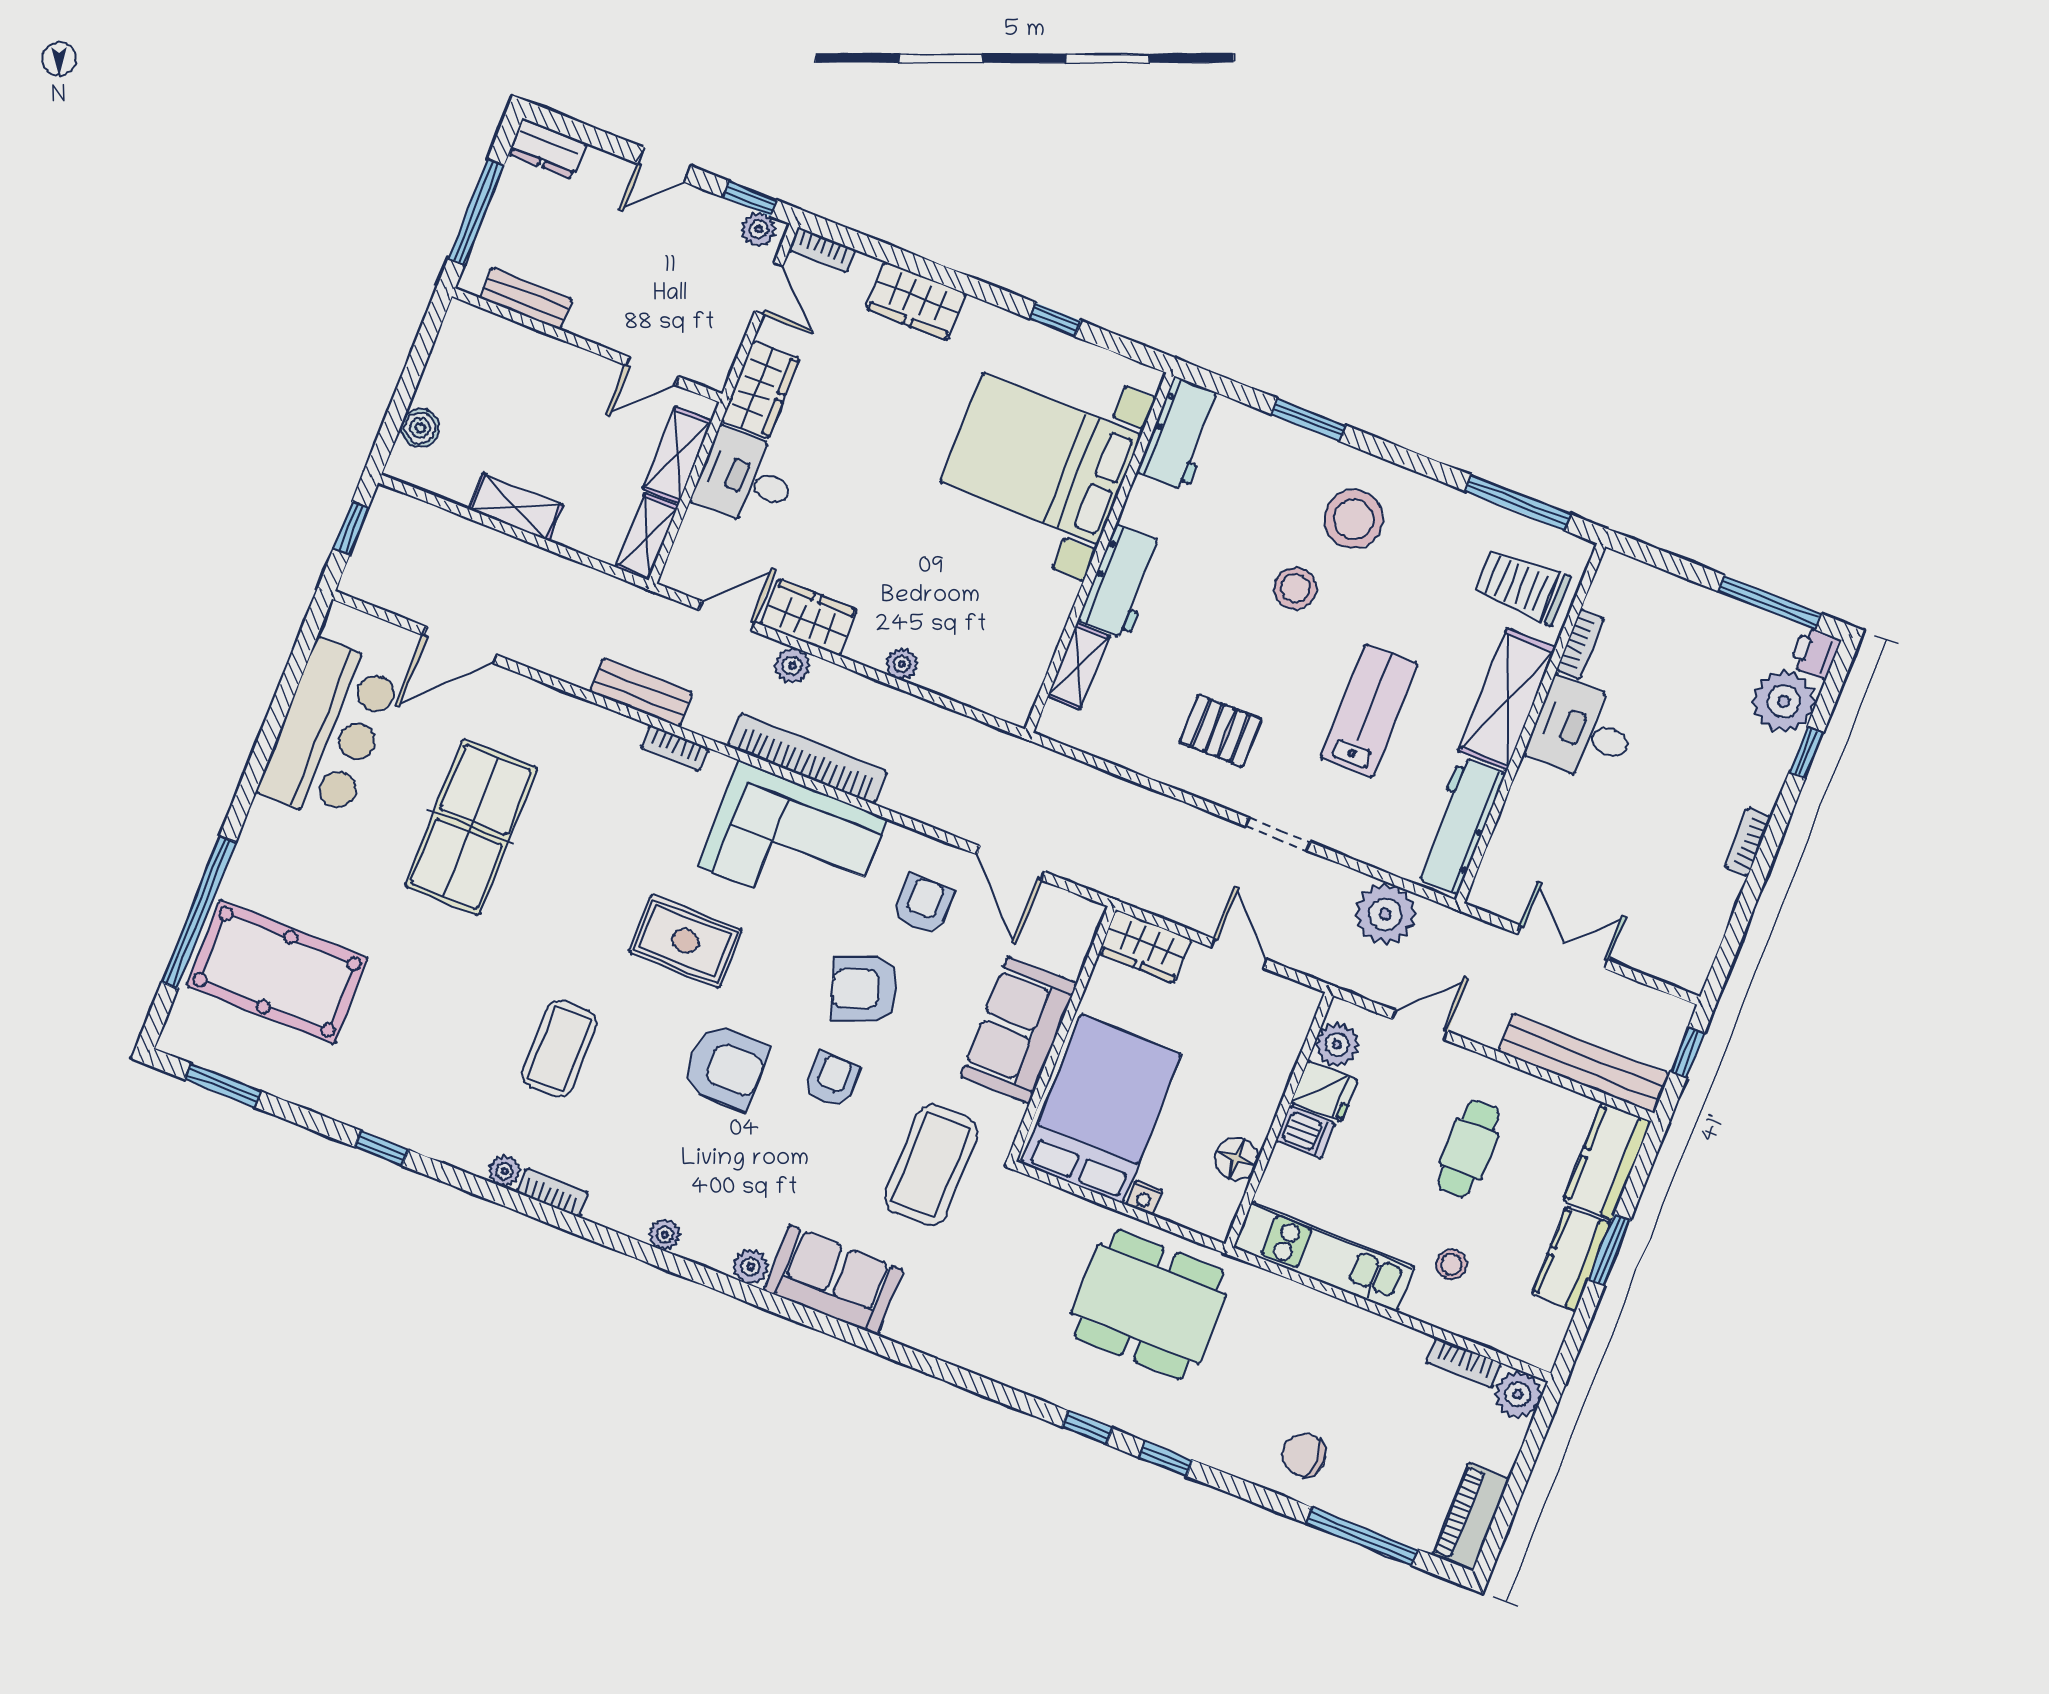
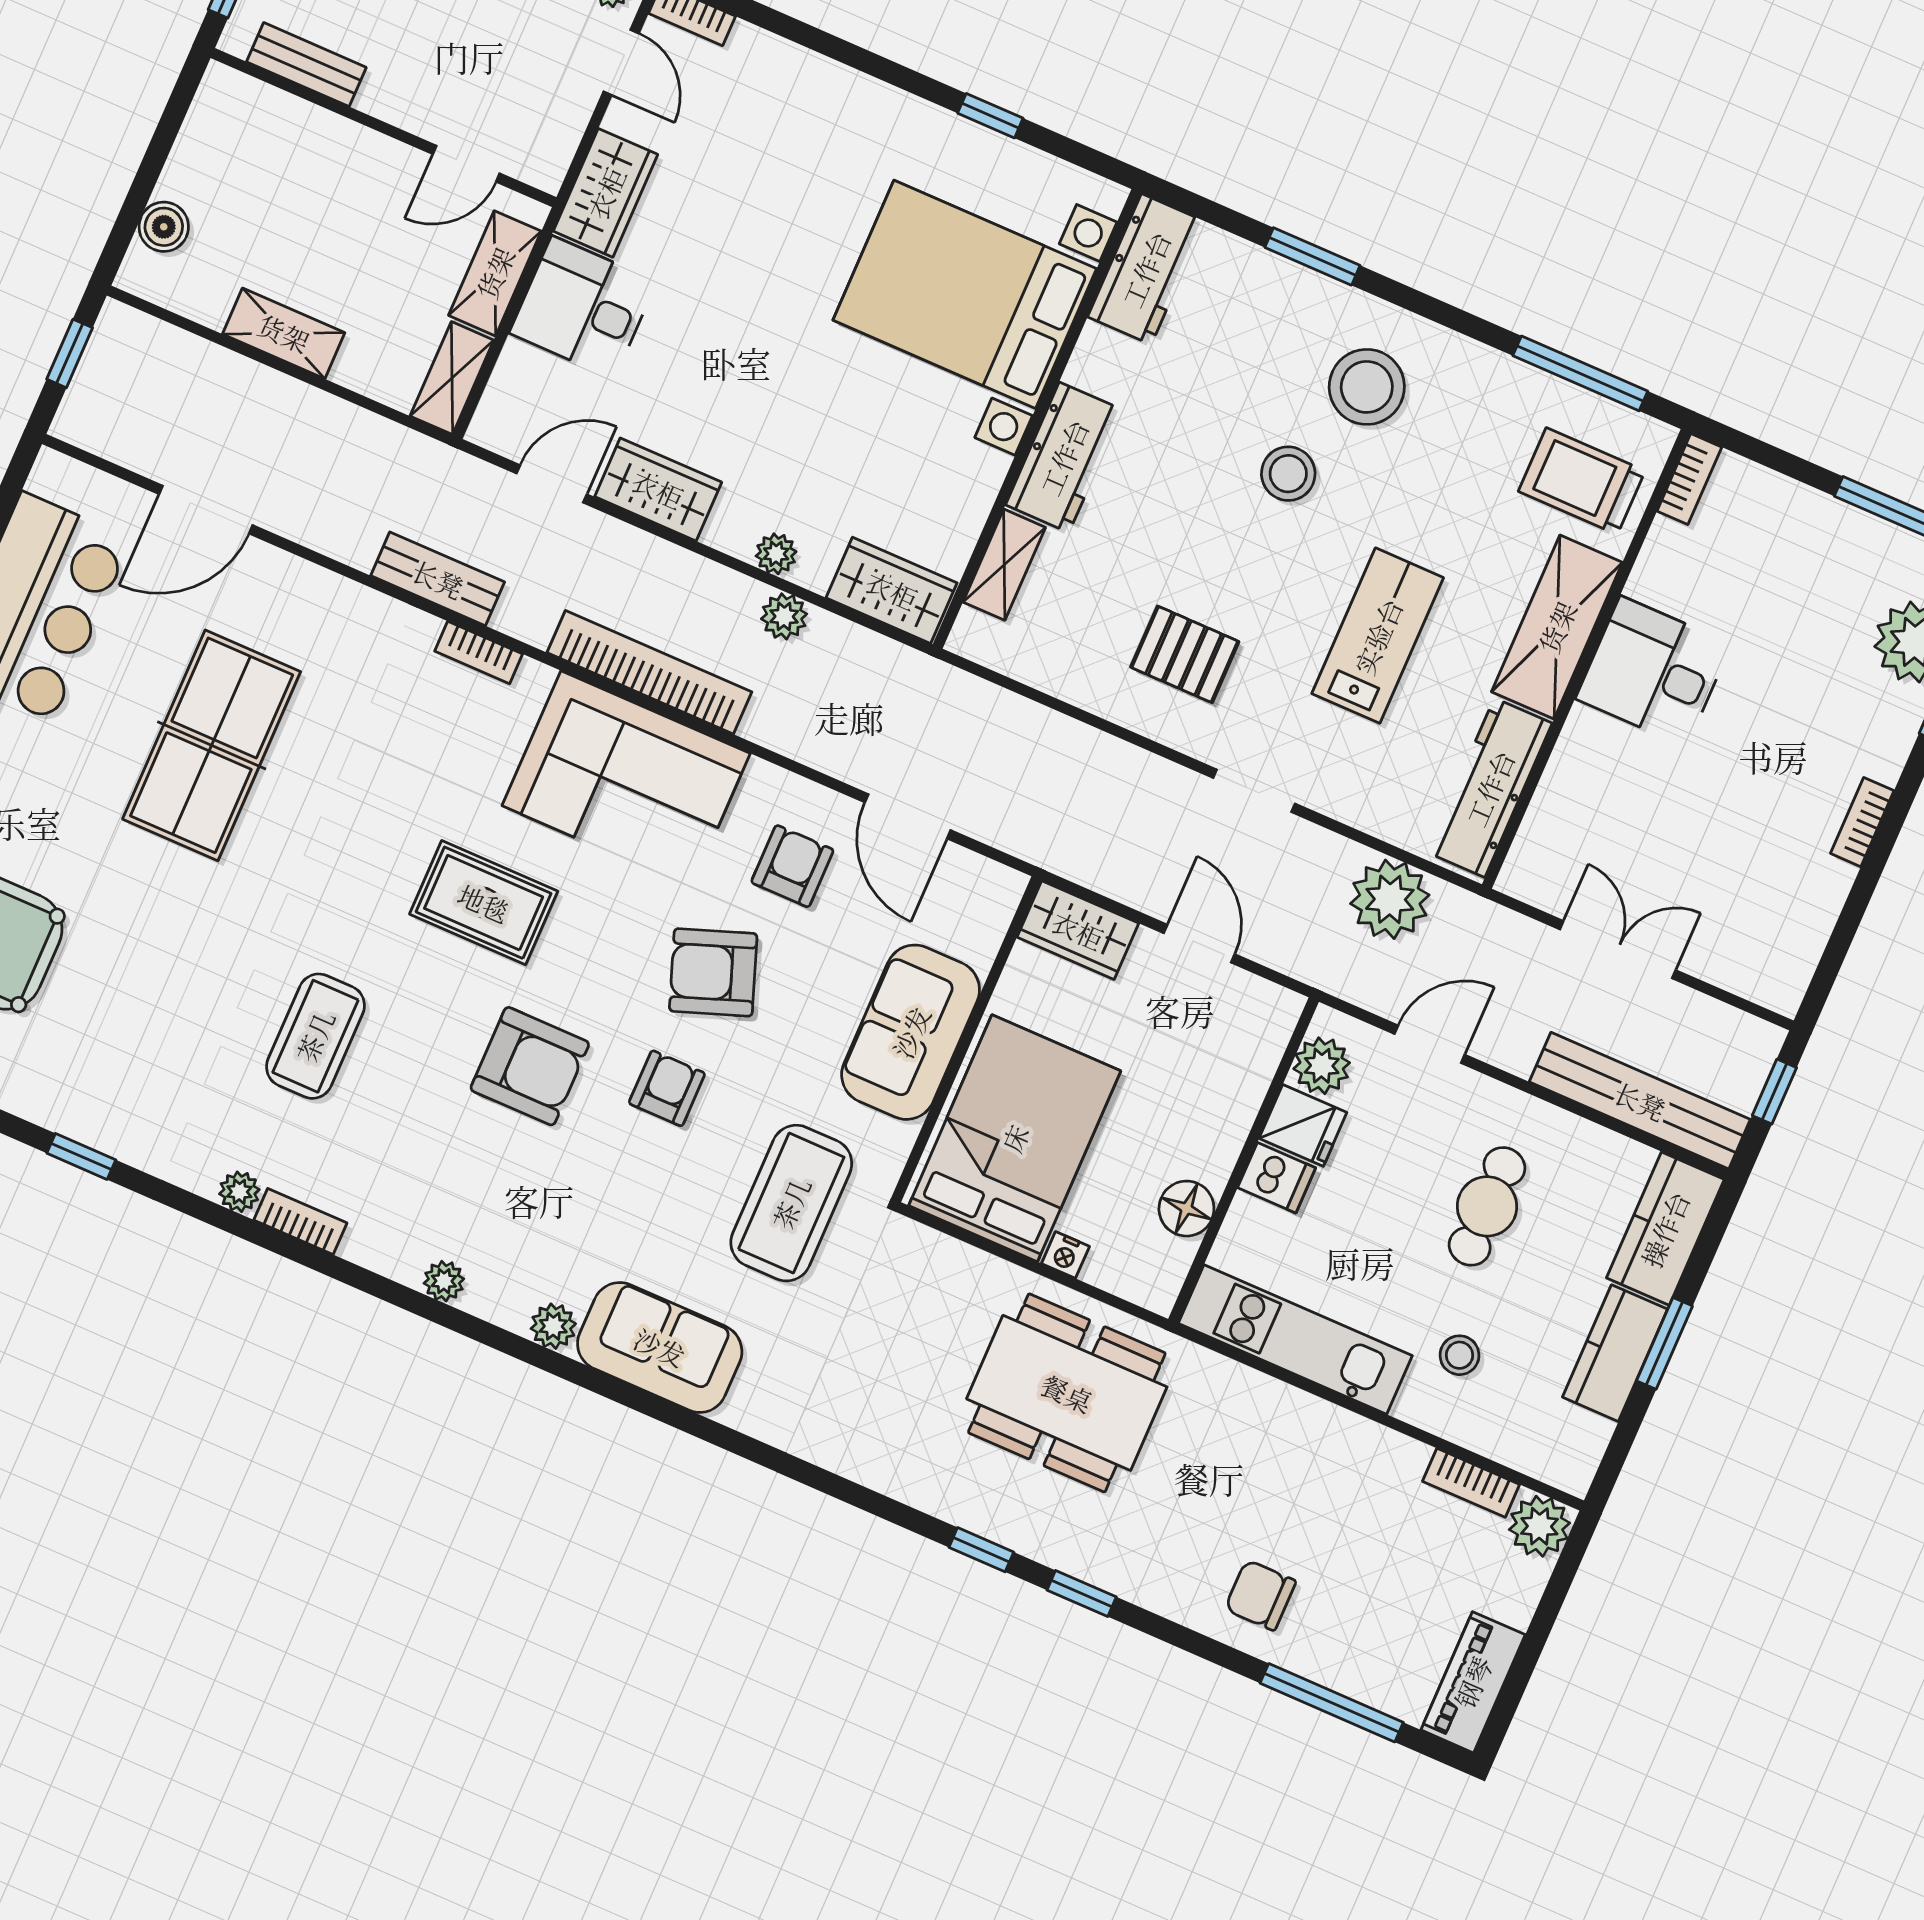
wardrobe: (916, 301) -> (892, 590), moved, turned 180
bookcase: (1580, 644) -> (1689, 479), moved
plant: (792, 666) -> (784, 616), moved

